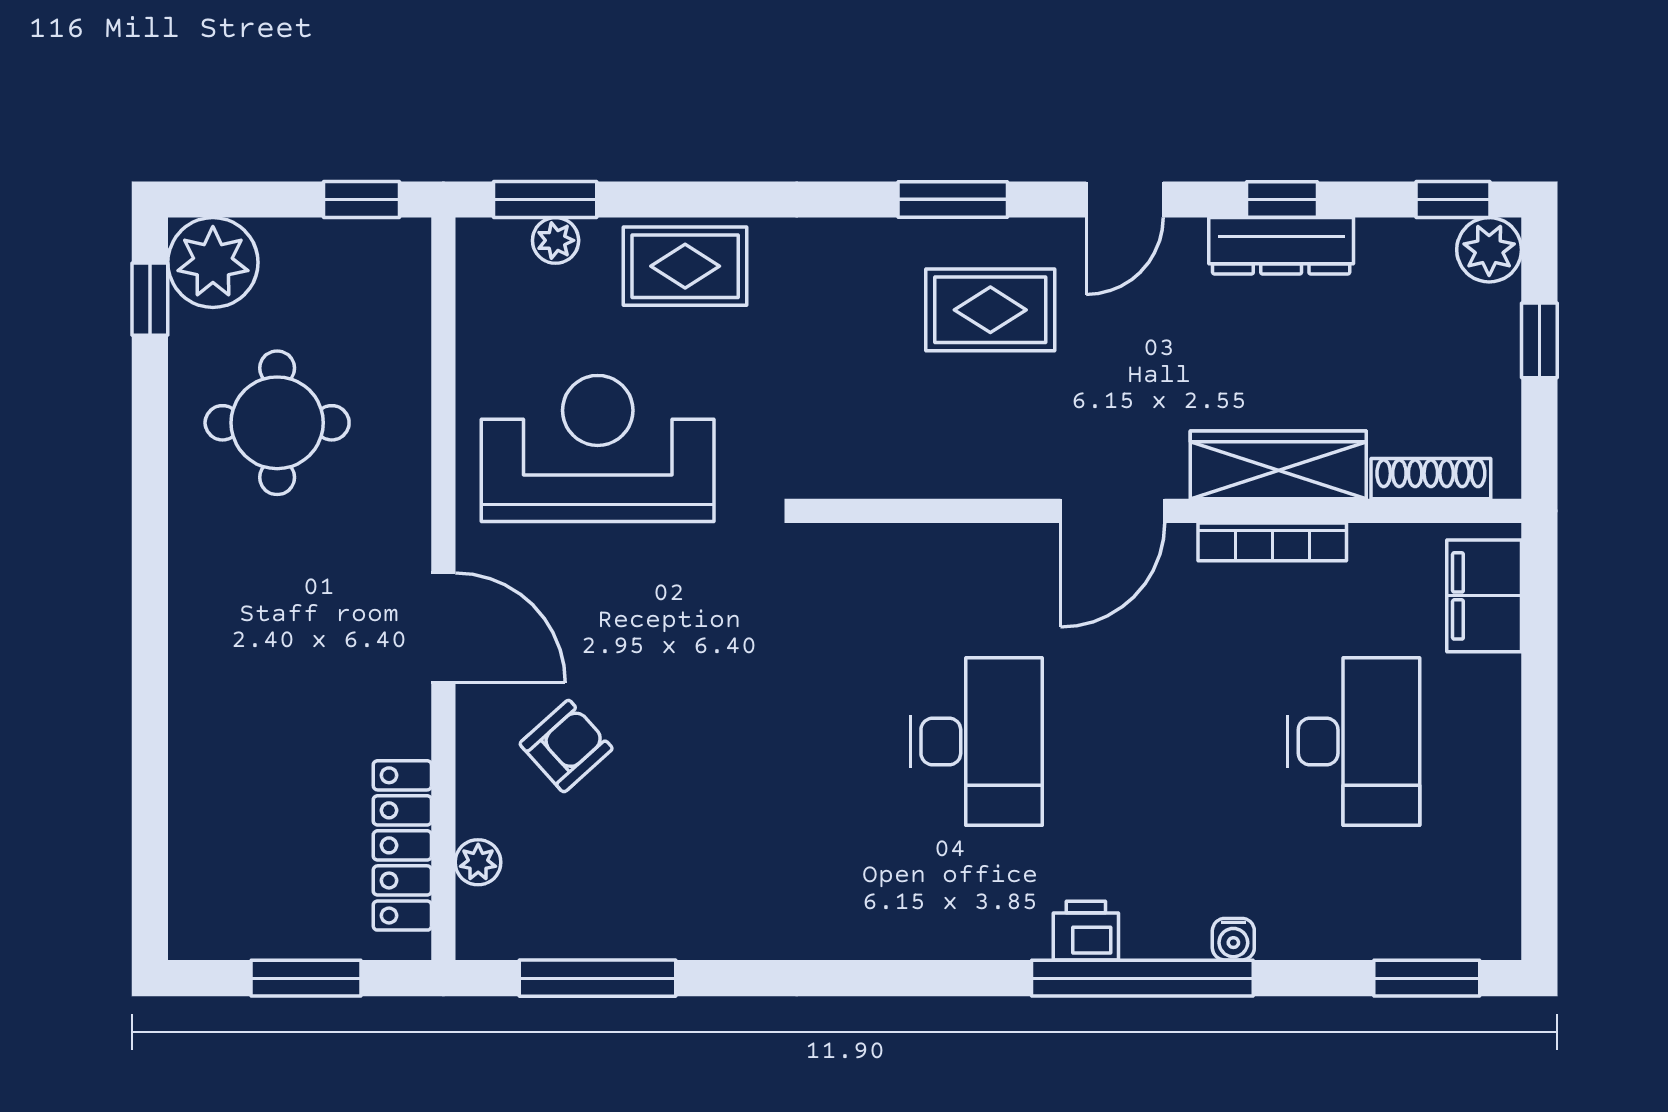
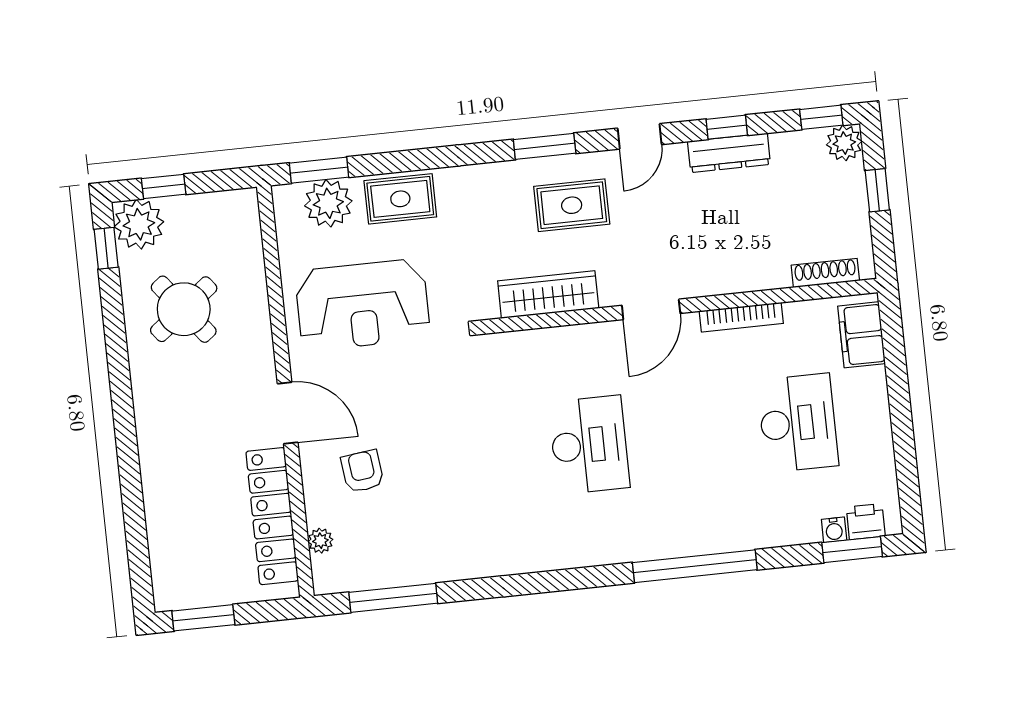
window: (362, 199) -> (164, 186), moved
plant: (556, 240) -> (328, 203), width x1.87, depth x1.87
round table: (277, 423) -> (184, 309), turned -38
reception desk: (598, 448) -> (363, 305), turned 180
wardrobe: (1278, 465) -> (548, 295), moved
armchair: (566, 746) -> (362, 471), turned -55
locker: (402, 845) -> (272, 516), width x1.41, depth x1.21
printer: (1086, 931) -> (866, 522), moved
water cooler: (1233, 939) -> (834, 530), moved
window: (306, 978) -> (203, 618), moved

